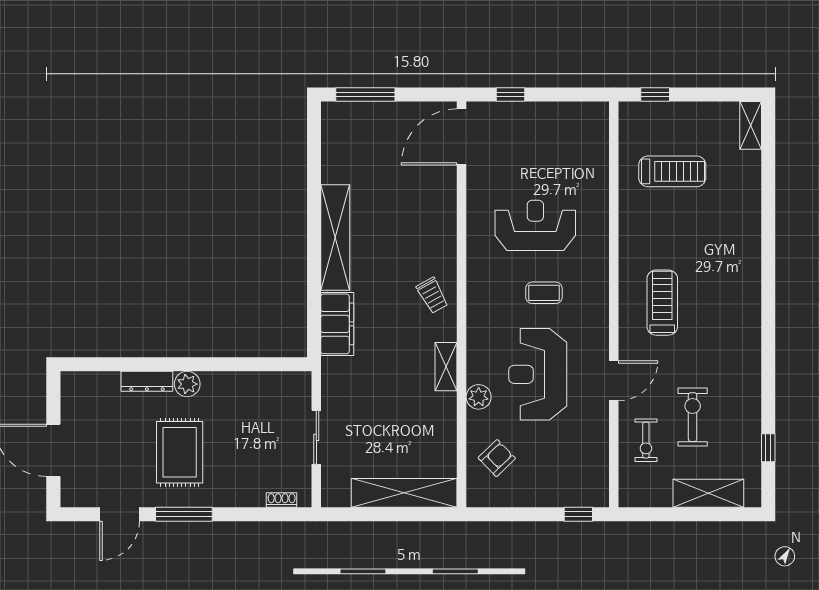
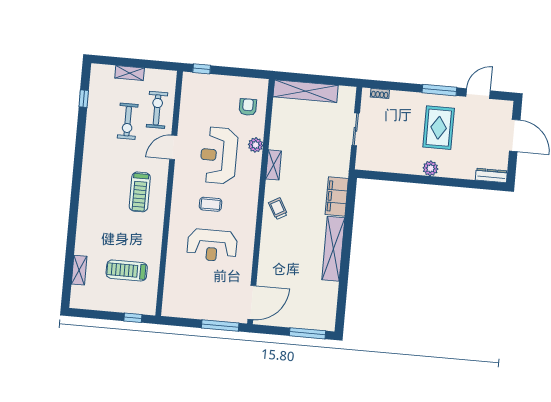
window: (510, 94) -> (220, 325), width x2.17
shelving: (751, 125) -> (79, 270), moved
reception desk: (538, 374) -> (219, 155), turned 180
dresser: (147, 381) -> (491, 175), moved
exercise bike: (646, 440) -> (157, 110), width x1.38, depth x1.39
armchair: (497, 458) -> (248, 107), turned 134
shelving: (708, 493) -> (130, 73), width x0.67, depth x0.75

